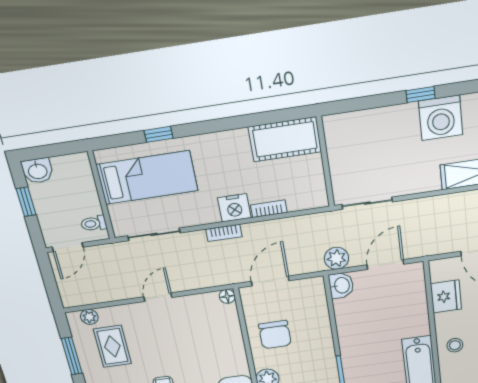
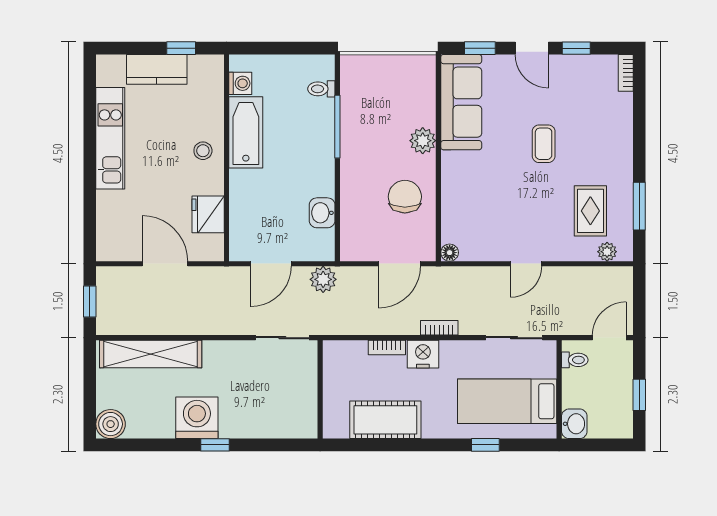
cot: (285, 139) -> (385, 420), moved
washbasin: (38, 171) -> (574, 424), moved, turned 90
washbasin: (341, 285) -> (322, 213), moved

